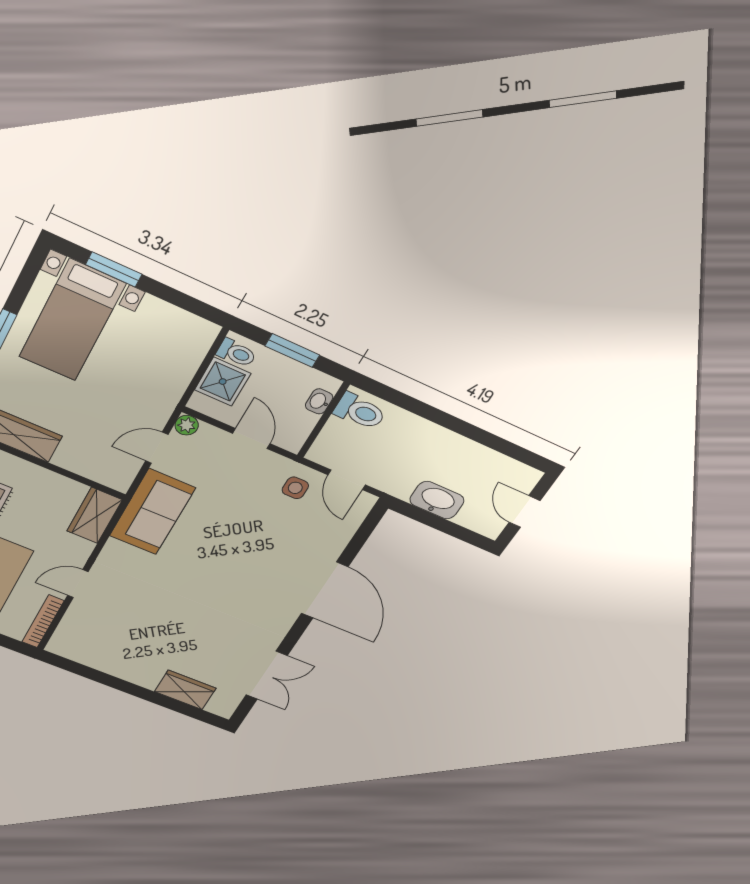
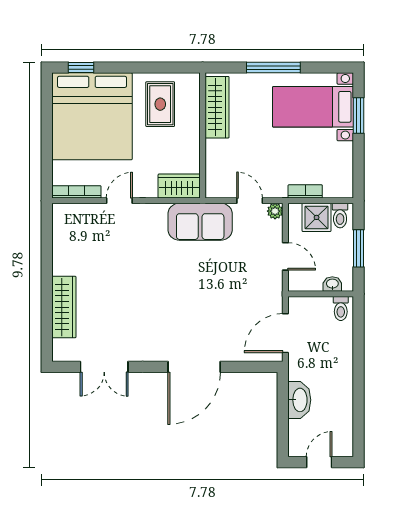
bookcase: (181, 380) -> (305, 191), added
toilet: (360, 411) -> (341, 308), width x0.73, depth x0.72
door: (251, 439) -> (285, 256), hinge flipped
door: (347, 480) -> (285, 333), width x1.38
side table: (295, 488) -> (263, 304), removed
door: (78, 584) -> (119, 201), hinge flipped
wardrobe: (185, 690) -> (64, 307), width x1.50

